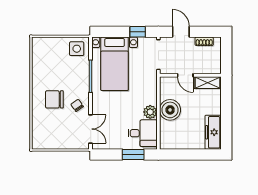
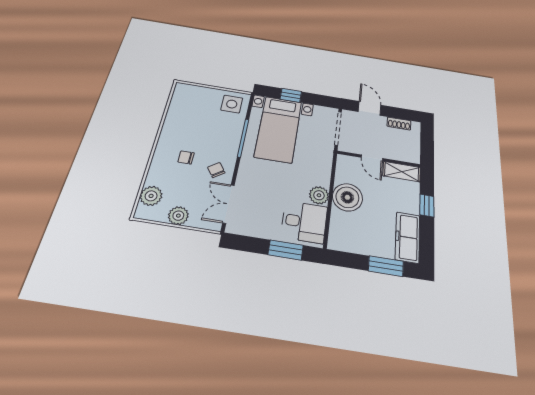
window: (138, 32) -> (291, 95), moved
chair: (54, 99) -> (186, 157), width x0.54, depth x0.54
window: (226, 106) -> (427, 206), added
double door: (91, 129) -> (229, 204), swing flipped
plant: (39, 132) -> (151, 196), added
plant: (60, 143) -> (178, 216), added
window: (199, 155) -> (386, 266), added

